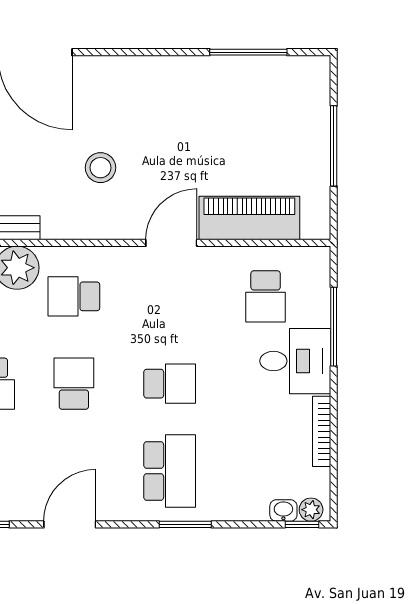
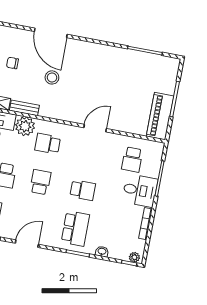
stool: (101, 168) -> (52, 77), moved
piano: (249, 218) -> (160, 116), moved, turned -90
washbasin: (283, 511) -> (102, 252), moved

